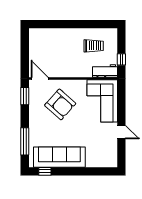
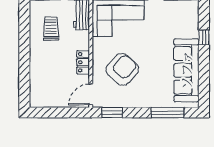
locker: (66, 72) -> (83, 62), added
window: (45, 171) -> (204, 37), moved

